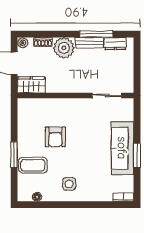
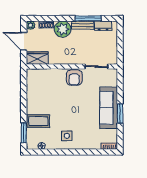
armchair: (55, 137) -> (74, 78), moved
window: (14, 155) -> (24, 133), moved

